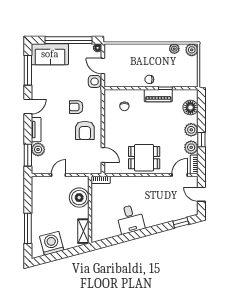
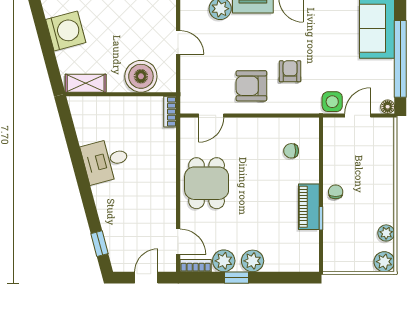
floor lamp: (190, 108) -> (289, 260), removed

